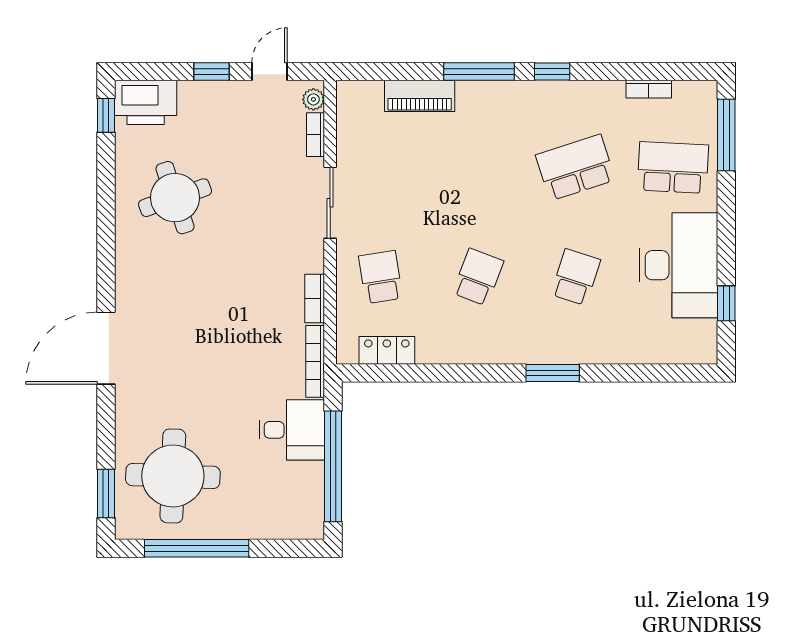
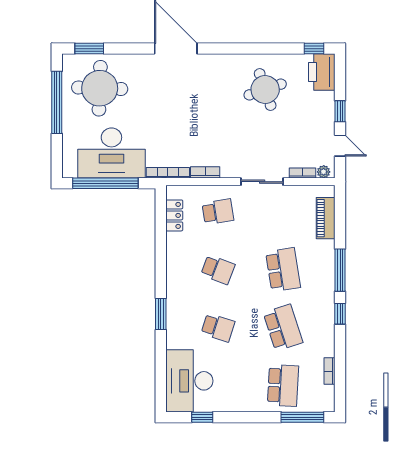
piano: (420, 96) -> (326, 218), moved
school desk: (478, 168) -> (283, 270), added
desk: (678, 265) -> (189, 381), moved, turned 90
desk: (292, 430) -> (111, 153), width x1.87, depth x1.30

